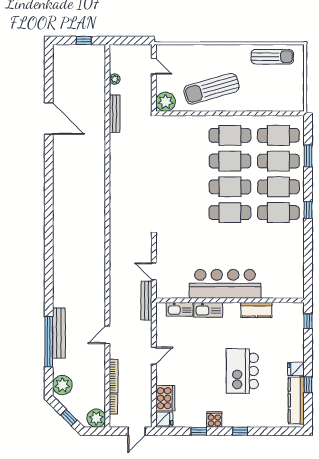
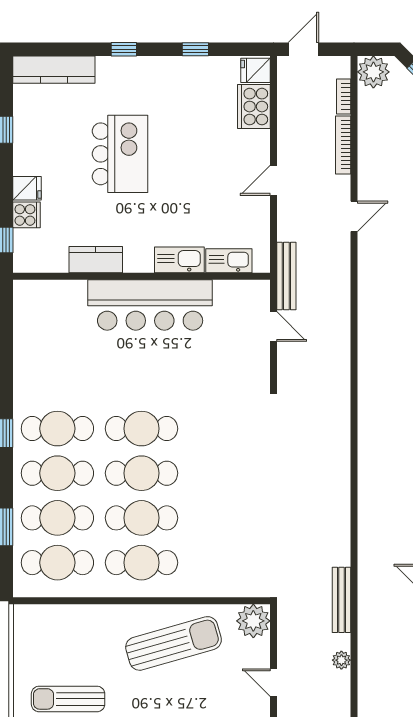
fridge: (296, 369) -> (27, 188), moved
kitchen counter: (296, 400) -> (54, 70), moved, turned 90
cooker: (214, 419) -> (27, 215), moved, turned -90

